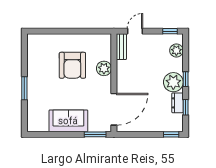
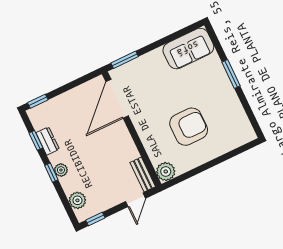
armchair: (72, 65) -> (189, 127), turned 90
plant: (104, 68) -> (166, 171), moved
plant: (173, 82) -> (61, 170), width x0.53, depth x0.53
sofa: (68, 121) -> (188, 49), moved

